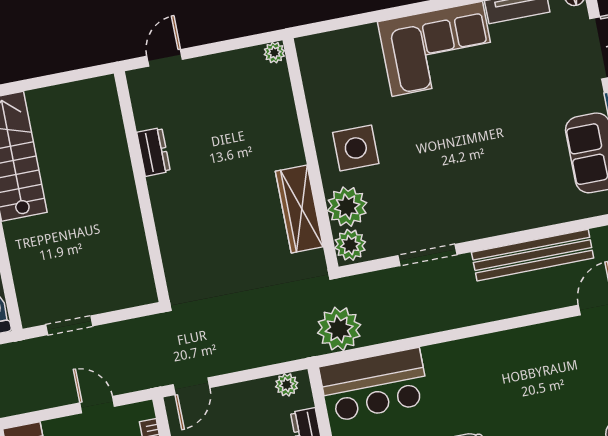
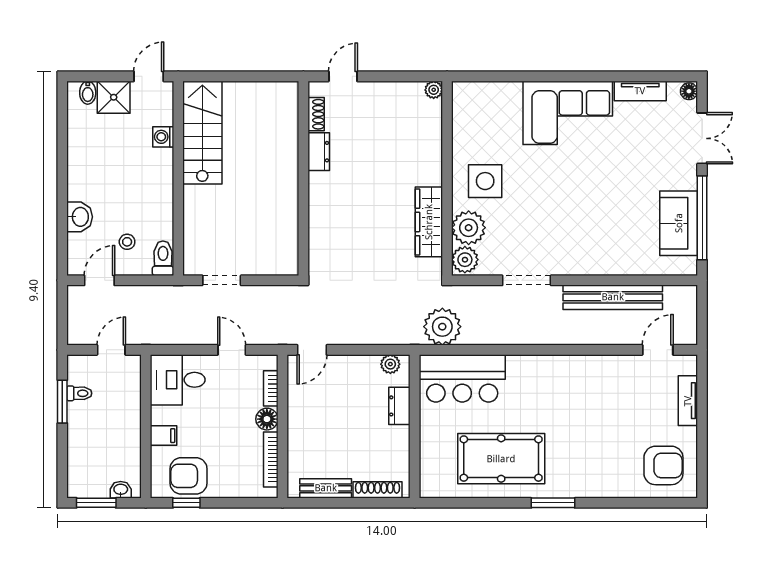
shoe rack: (142, 108) -> (316, 114), added

